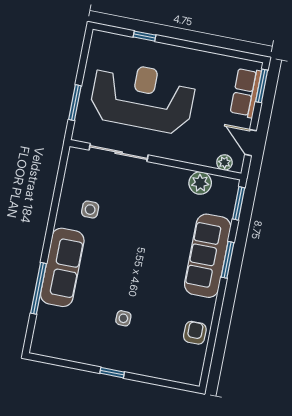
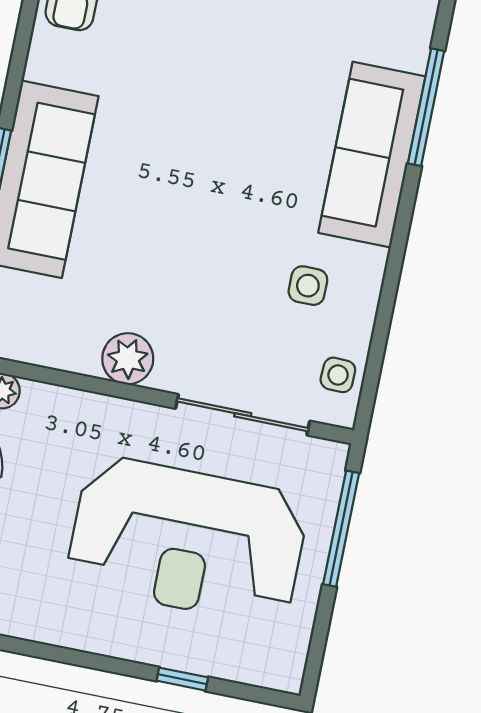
window: (75, 103) -> (341, 529), width x1.44
plant: (200, 183) -> (128, 359), moved
side table: (123, 318) -> (338, 375), moved

